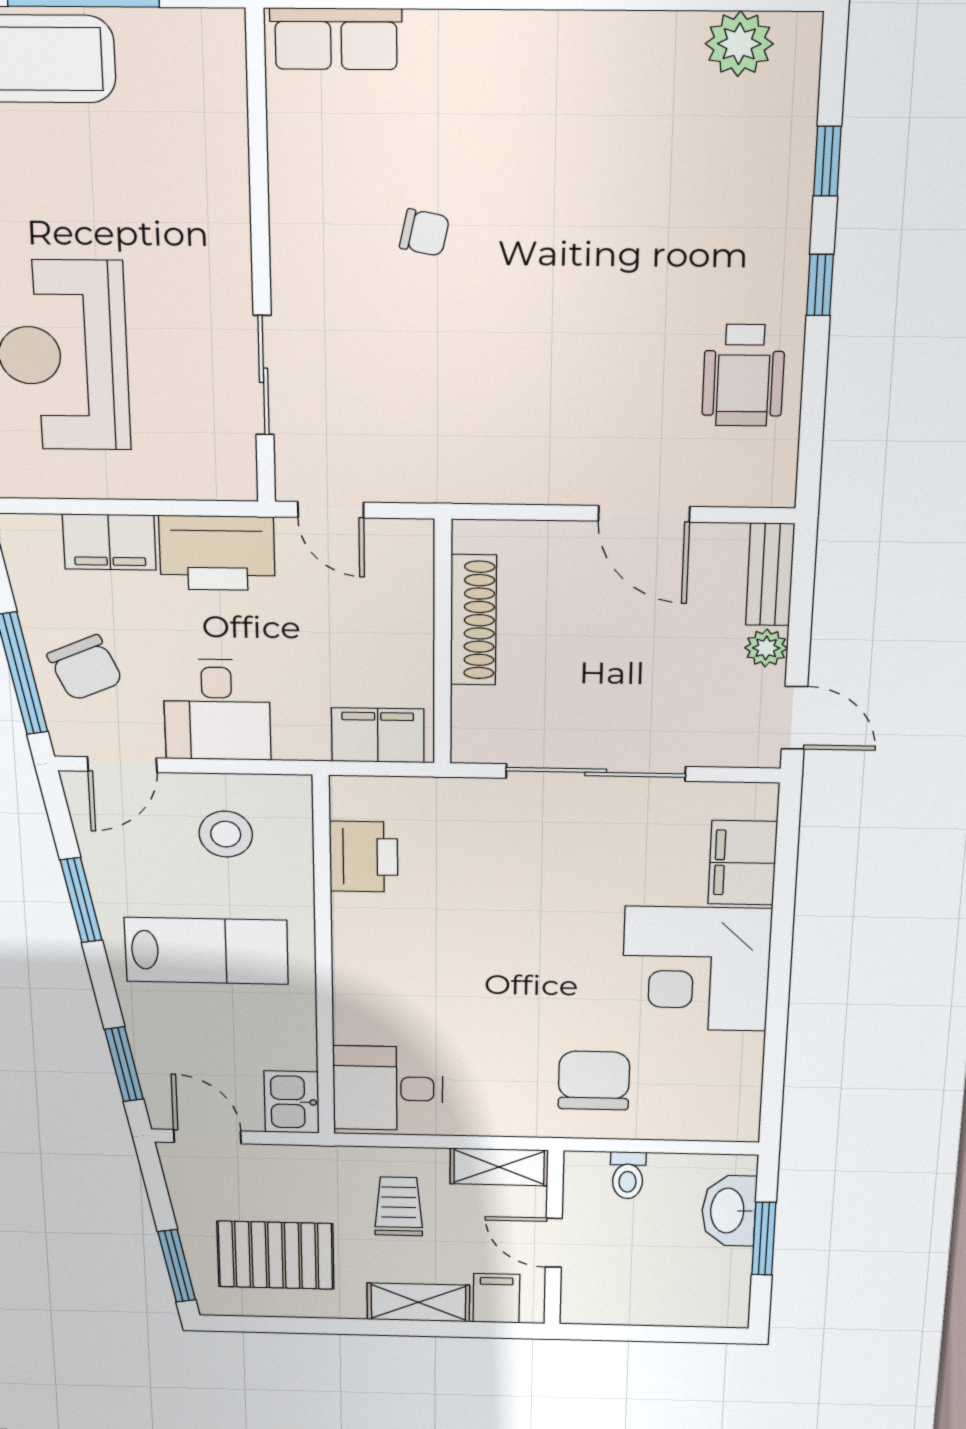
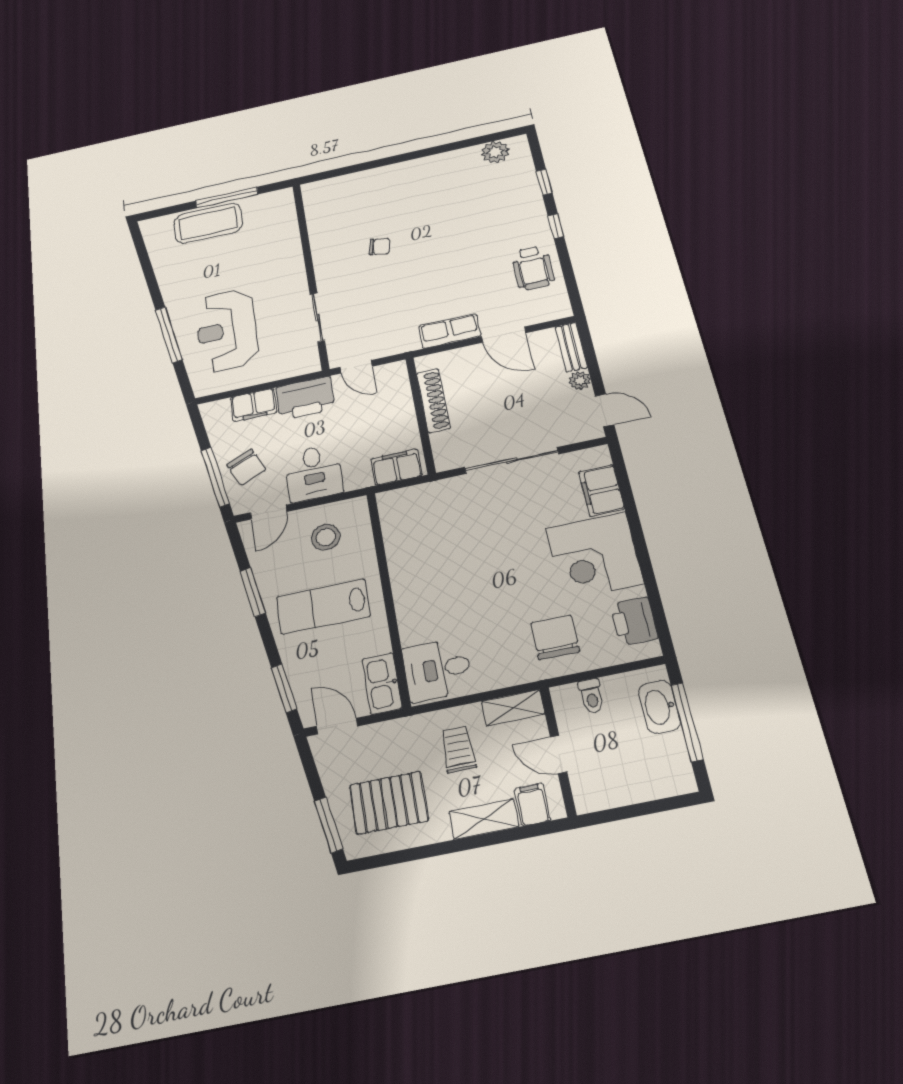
row of seats: (336, 39) -> (450, 331), moved, turned 180
printer: (364, 857) -> (634, 621), moved, turned 180
lab bench: (206, 951) -> (323, 606), turned 180
kitchen sink: (292, 1102) -> (382, 684), width x1.38
window: (764, 1239) -> (687, 722), width x1.44

